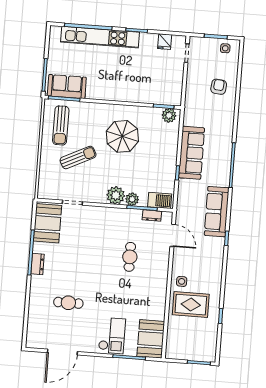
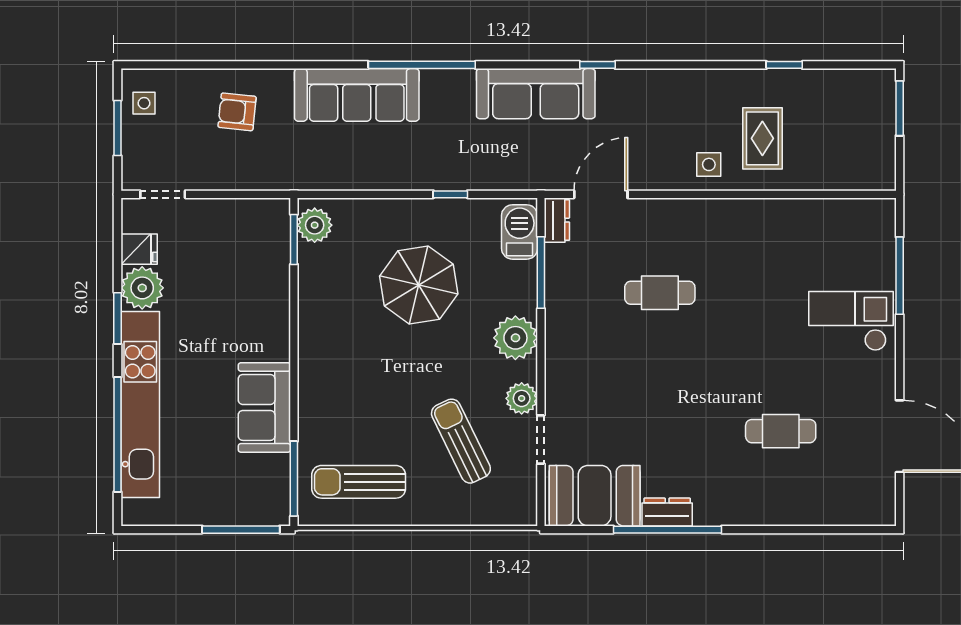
plant: (148, 42) -> (142, 288), added
sofa: (67, 86) -> (264, 407), moved
sun lounger: (61, 125) -> (359, 482), turned 180
parasol: (122, 136) -> (419, 285), moved
sofa: (192, 153) -> (357, 95), moved, turned 180
sun lounger: (78, 158) -> (461, 441), moved
plant: (132, 199) -> (522, 398), moved
dresser: (152, 216) -> (557, 220), moved
dresser: (37, 264) -> (667, 512), moved
cafe table: (68, 303) -> (781, 431), turned 90
rug: (191, 305) -> (762, 138), width x0.73, depth x0.70
booth: (151, 339) -> (852, 228), removed

